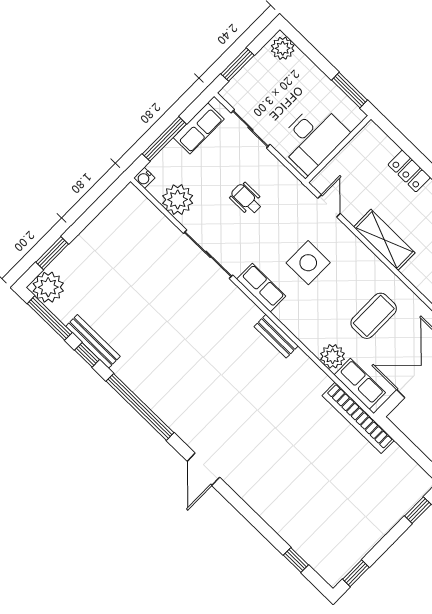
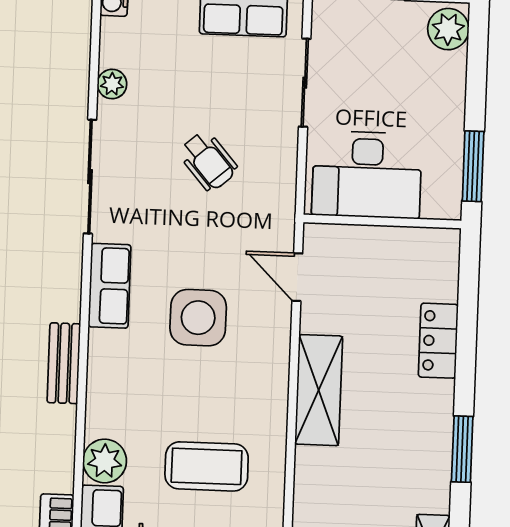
wheelchair: (246, 199) -> (208, 161), turned 139
plant: (178, 200) -> (112, 84), width x0.53, depth x0.53
door: (329, 206) -> (297, 277), swing flipped

